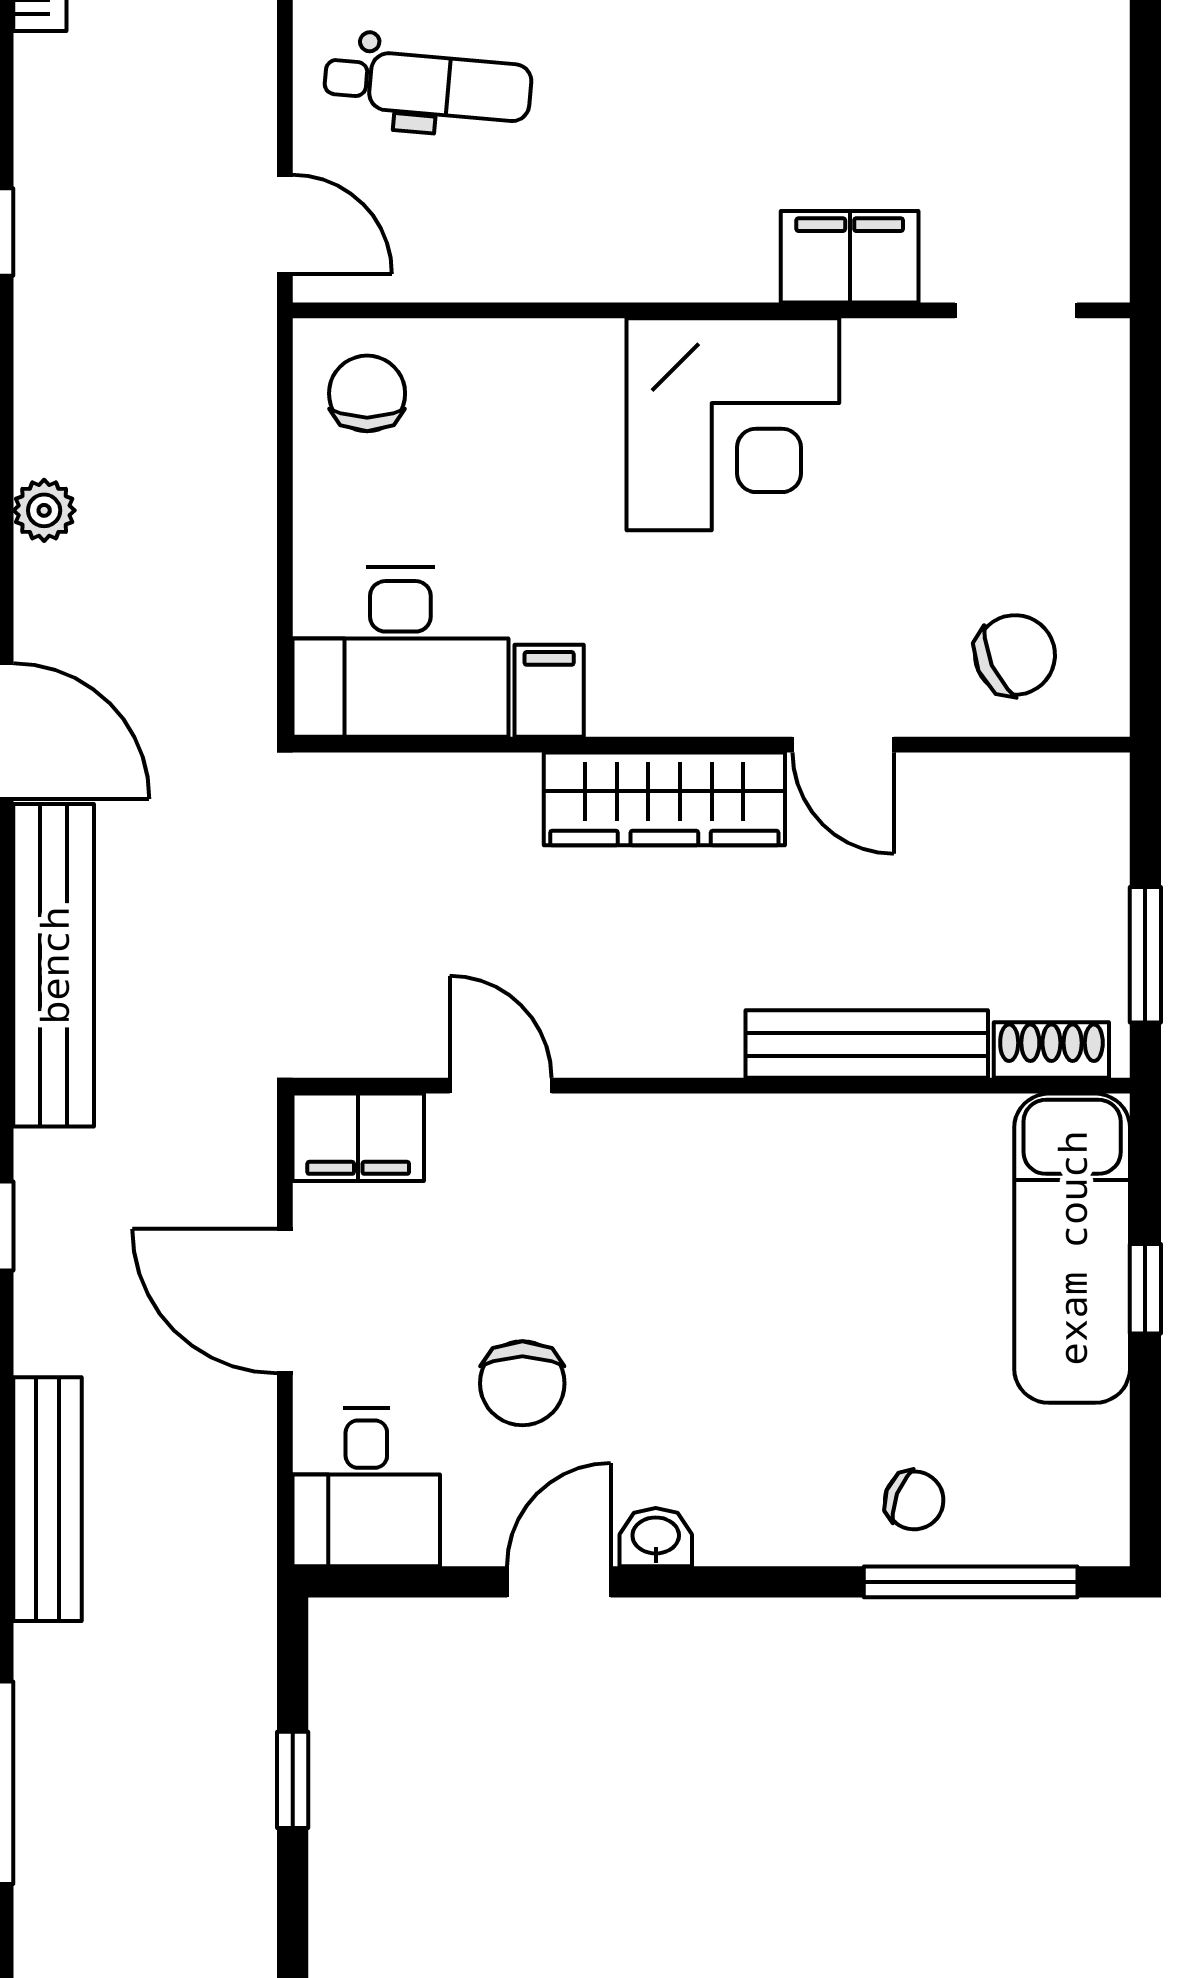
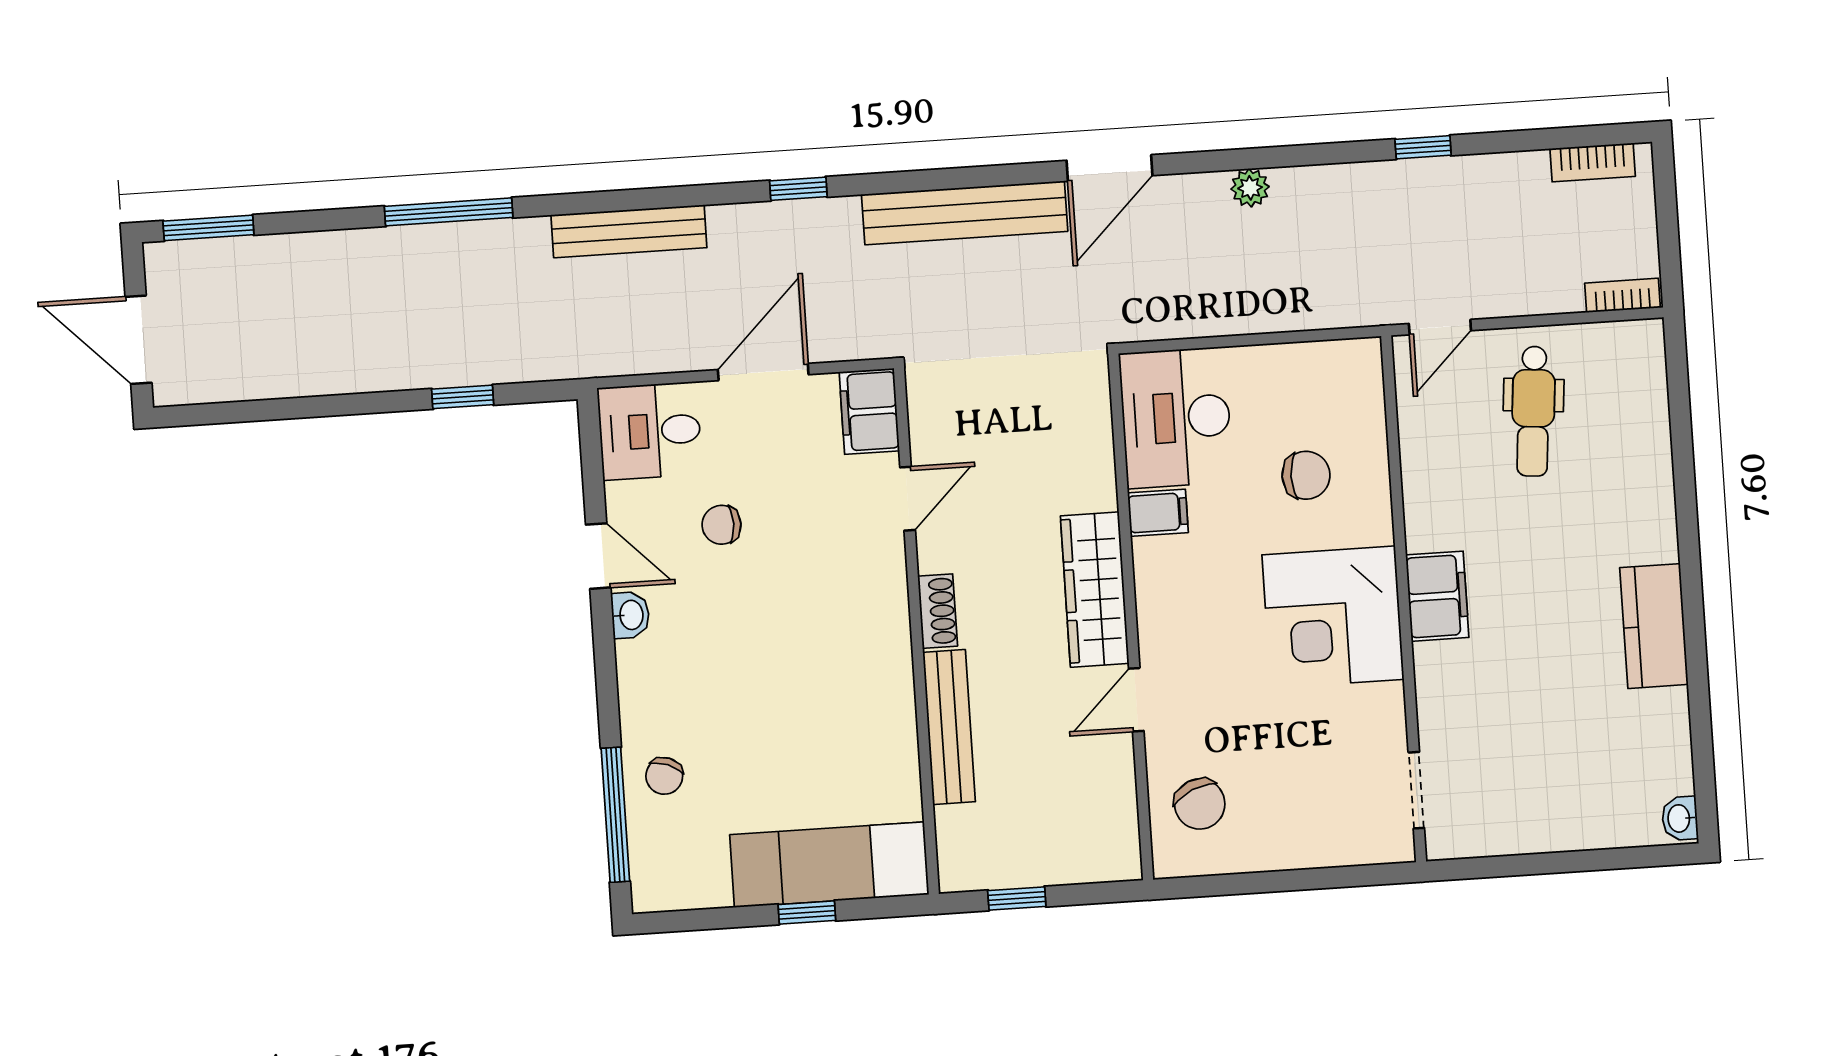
filing cabinet: (850, 257) -> (1437, 596), moved
chair: (367, 393) -> (1306, 475), moved
window: (1145, 955) -> (1017, 898), width x0.67
shoe rack: (1051, 1050) -> (938, 611), moved
chair: (522, 1383) -> (721, 525), width x0.73, depth x0.73

